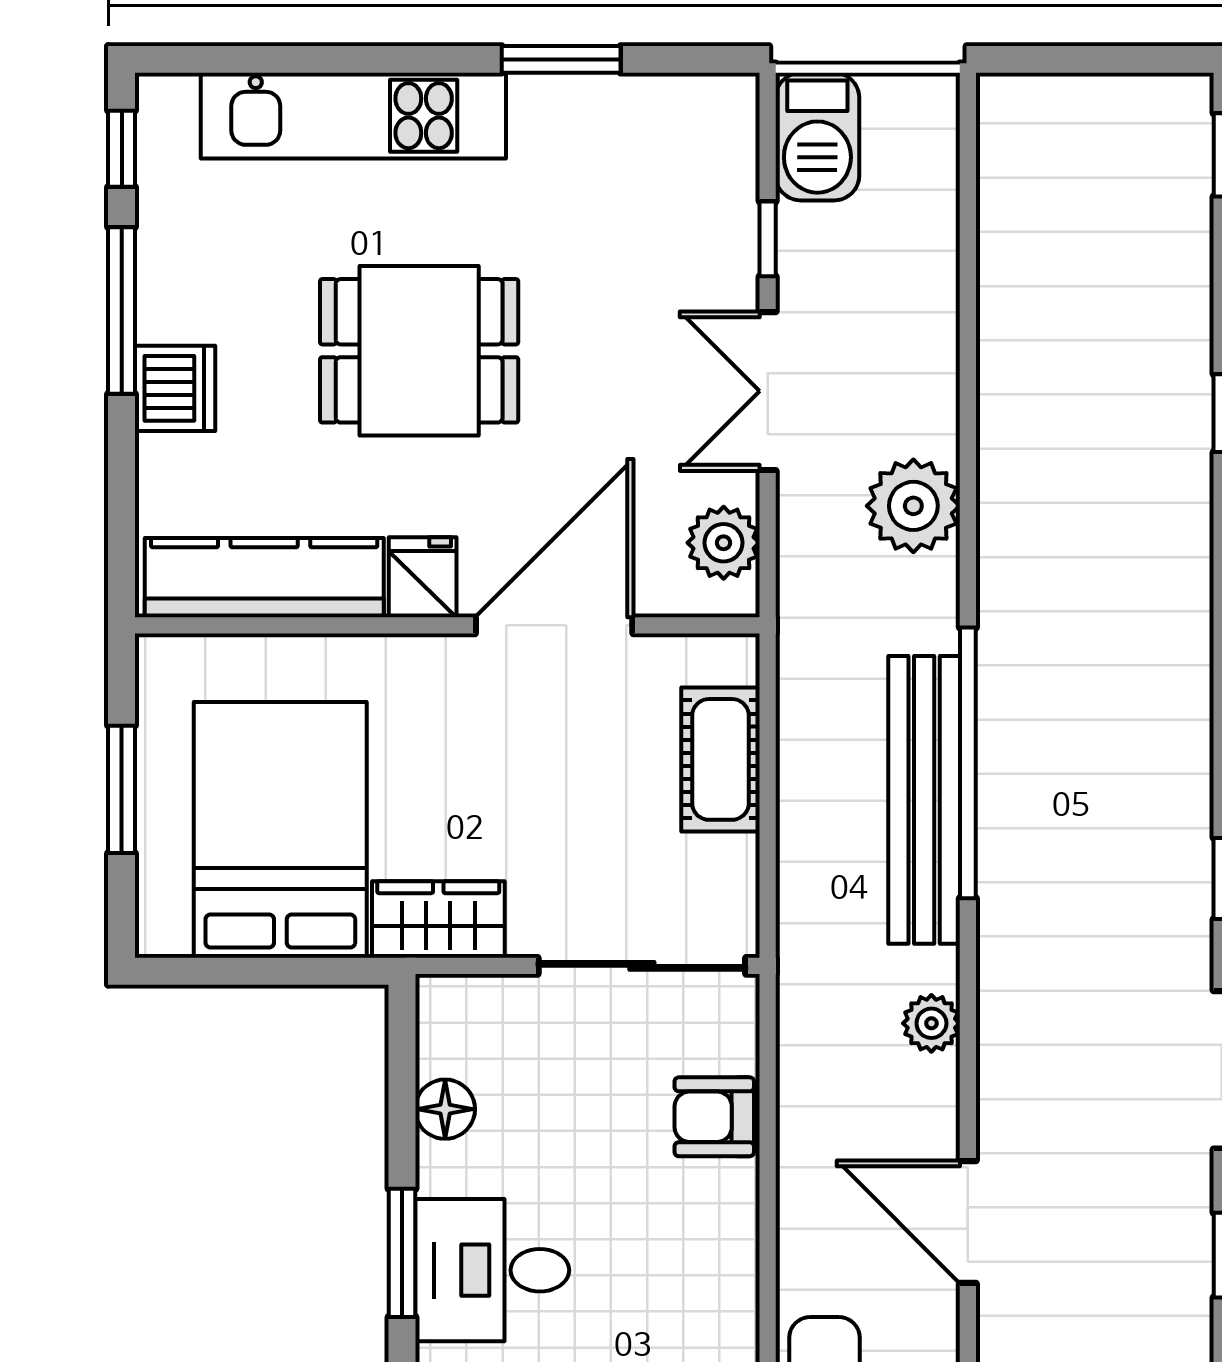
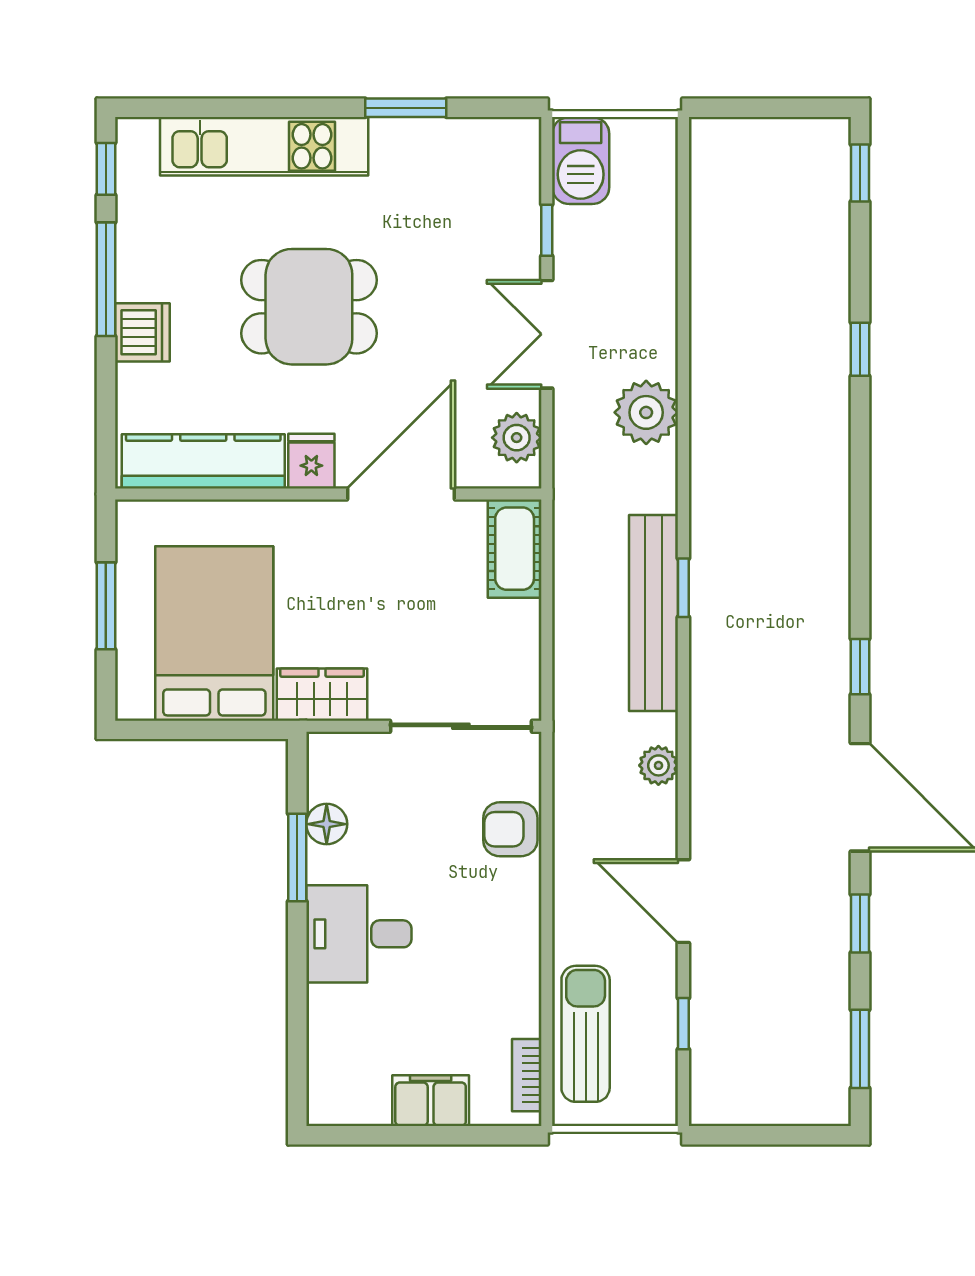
cot: (720, 759) -> (515, 549), moved
window: (968, 763) -> (683, 588), width x0.32
window: (402, 1253) -> (297, 858), moved

